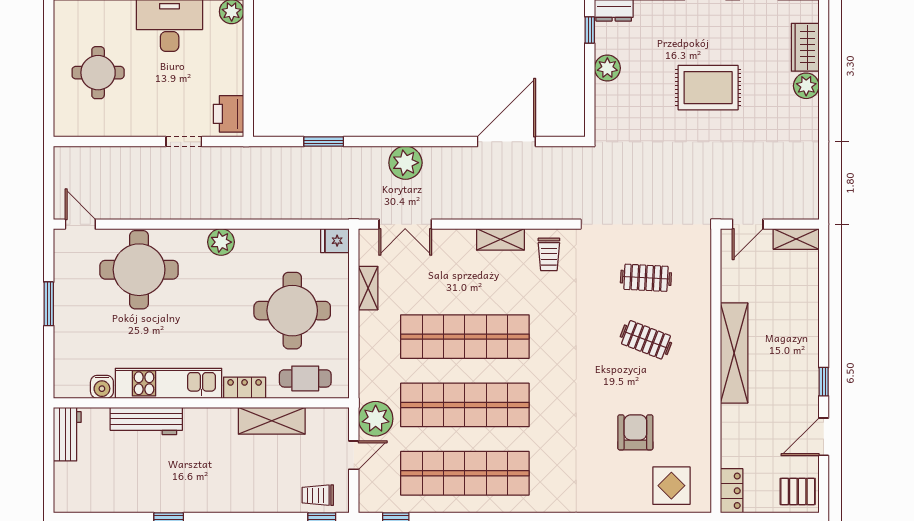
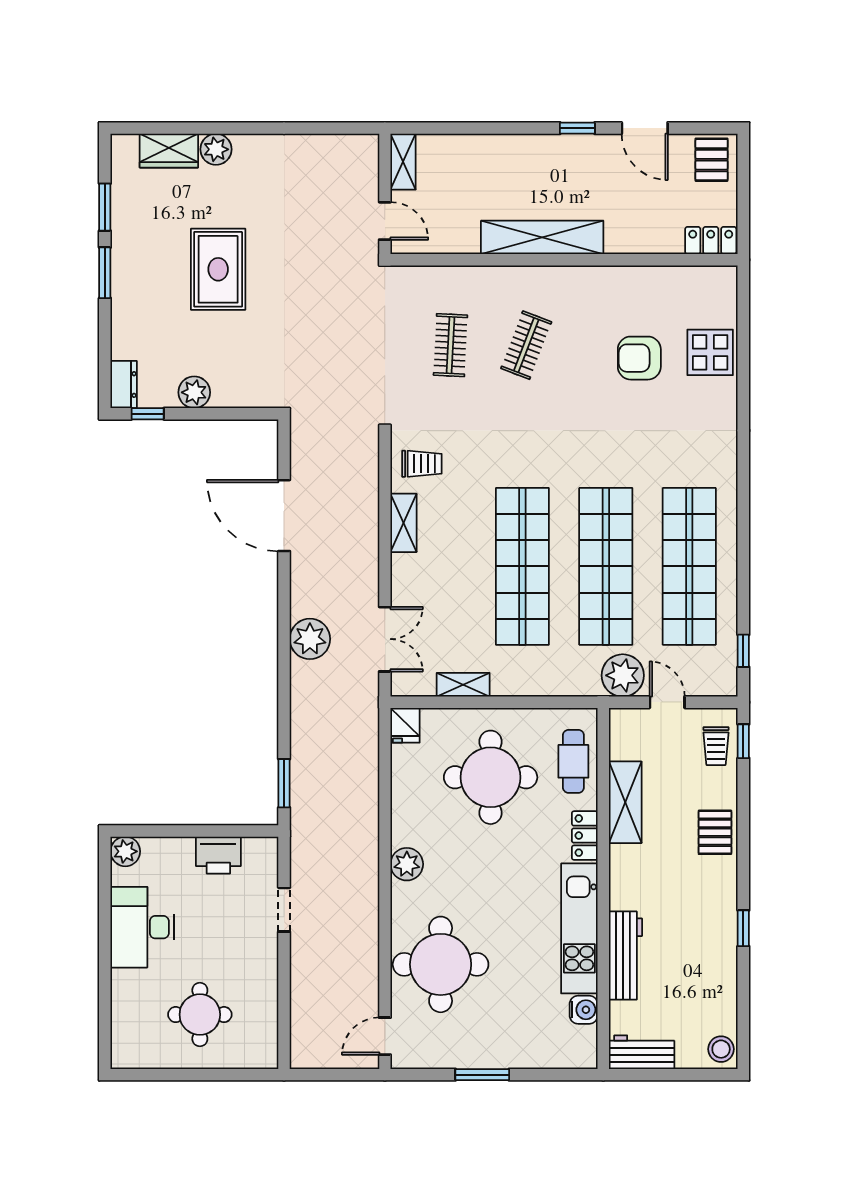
printer: (228, 114) -> (218, 855), moved
window: (324, 142) -> (284, 783), moved
display table: (671, 486) -> (710, 352), moved
pallet: (247, 494) -> (715, 832), added
stool: (70, 499) -> (721, 1049), added

